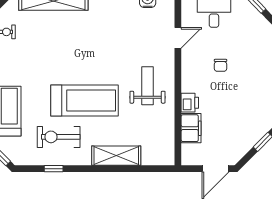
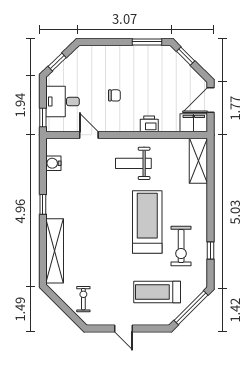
filing cabinet: (191, 128) -> (194, 123), moved
shelving: (116, 156) -> (198, 161), moved
door: (216, 169) -> (211, 100), swing flipped

